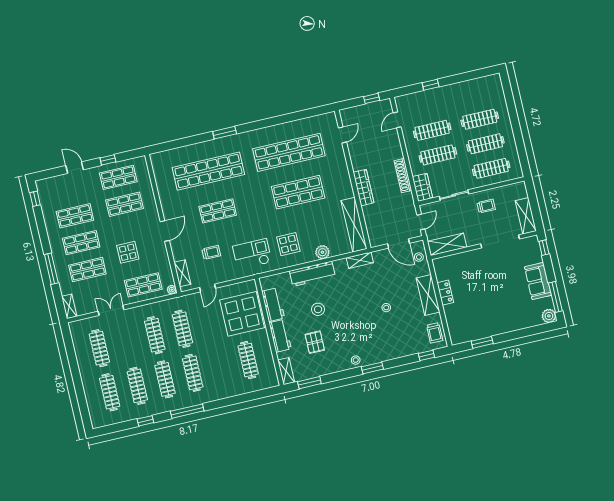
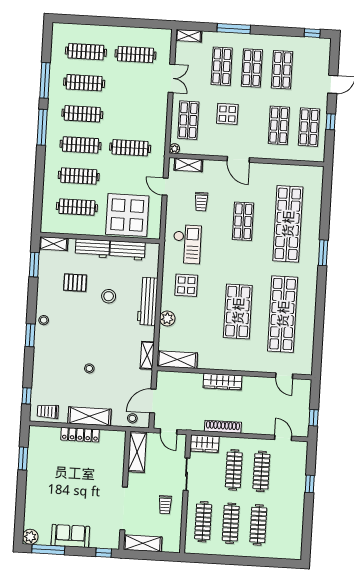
shelving: (354, 225) -> (177, 360), width x0.68
locker: (445, 293) -> (80, 435), width x1.53
clothes rail: (155, 335) -> (79, 176), moved
window: (145, 421) -> (45, 80), width x2.17

